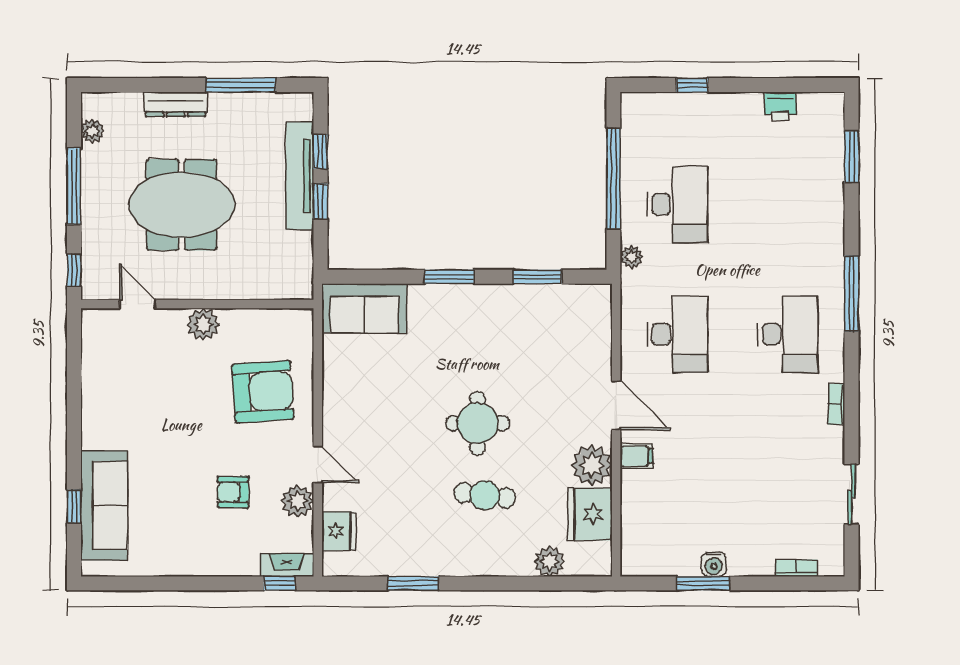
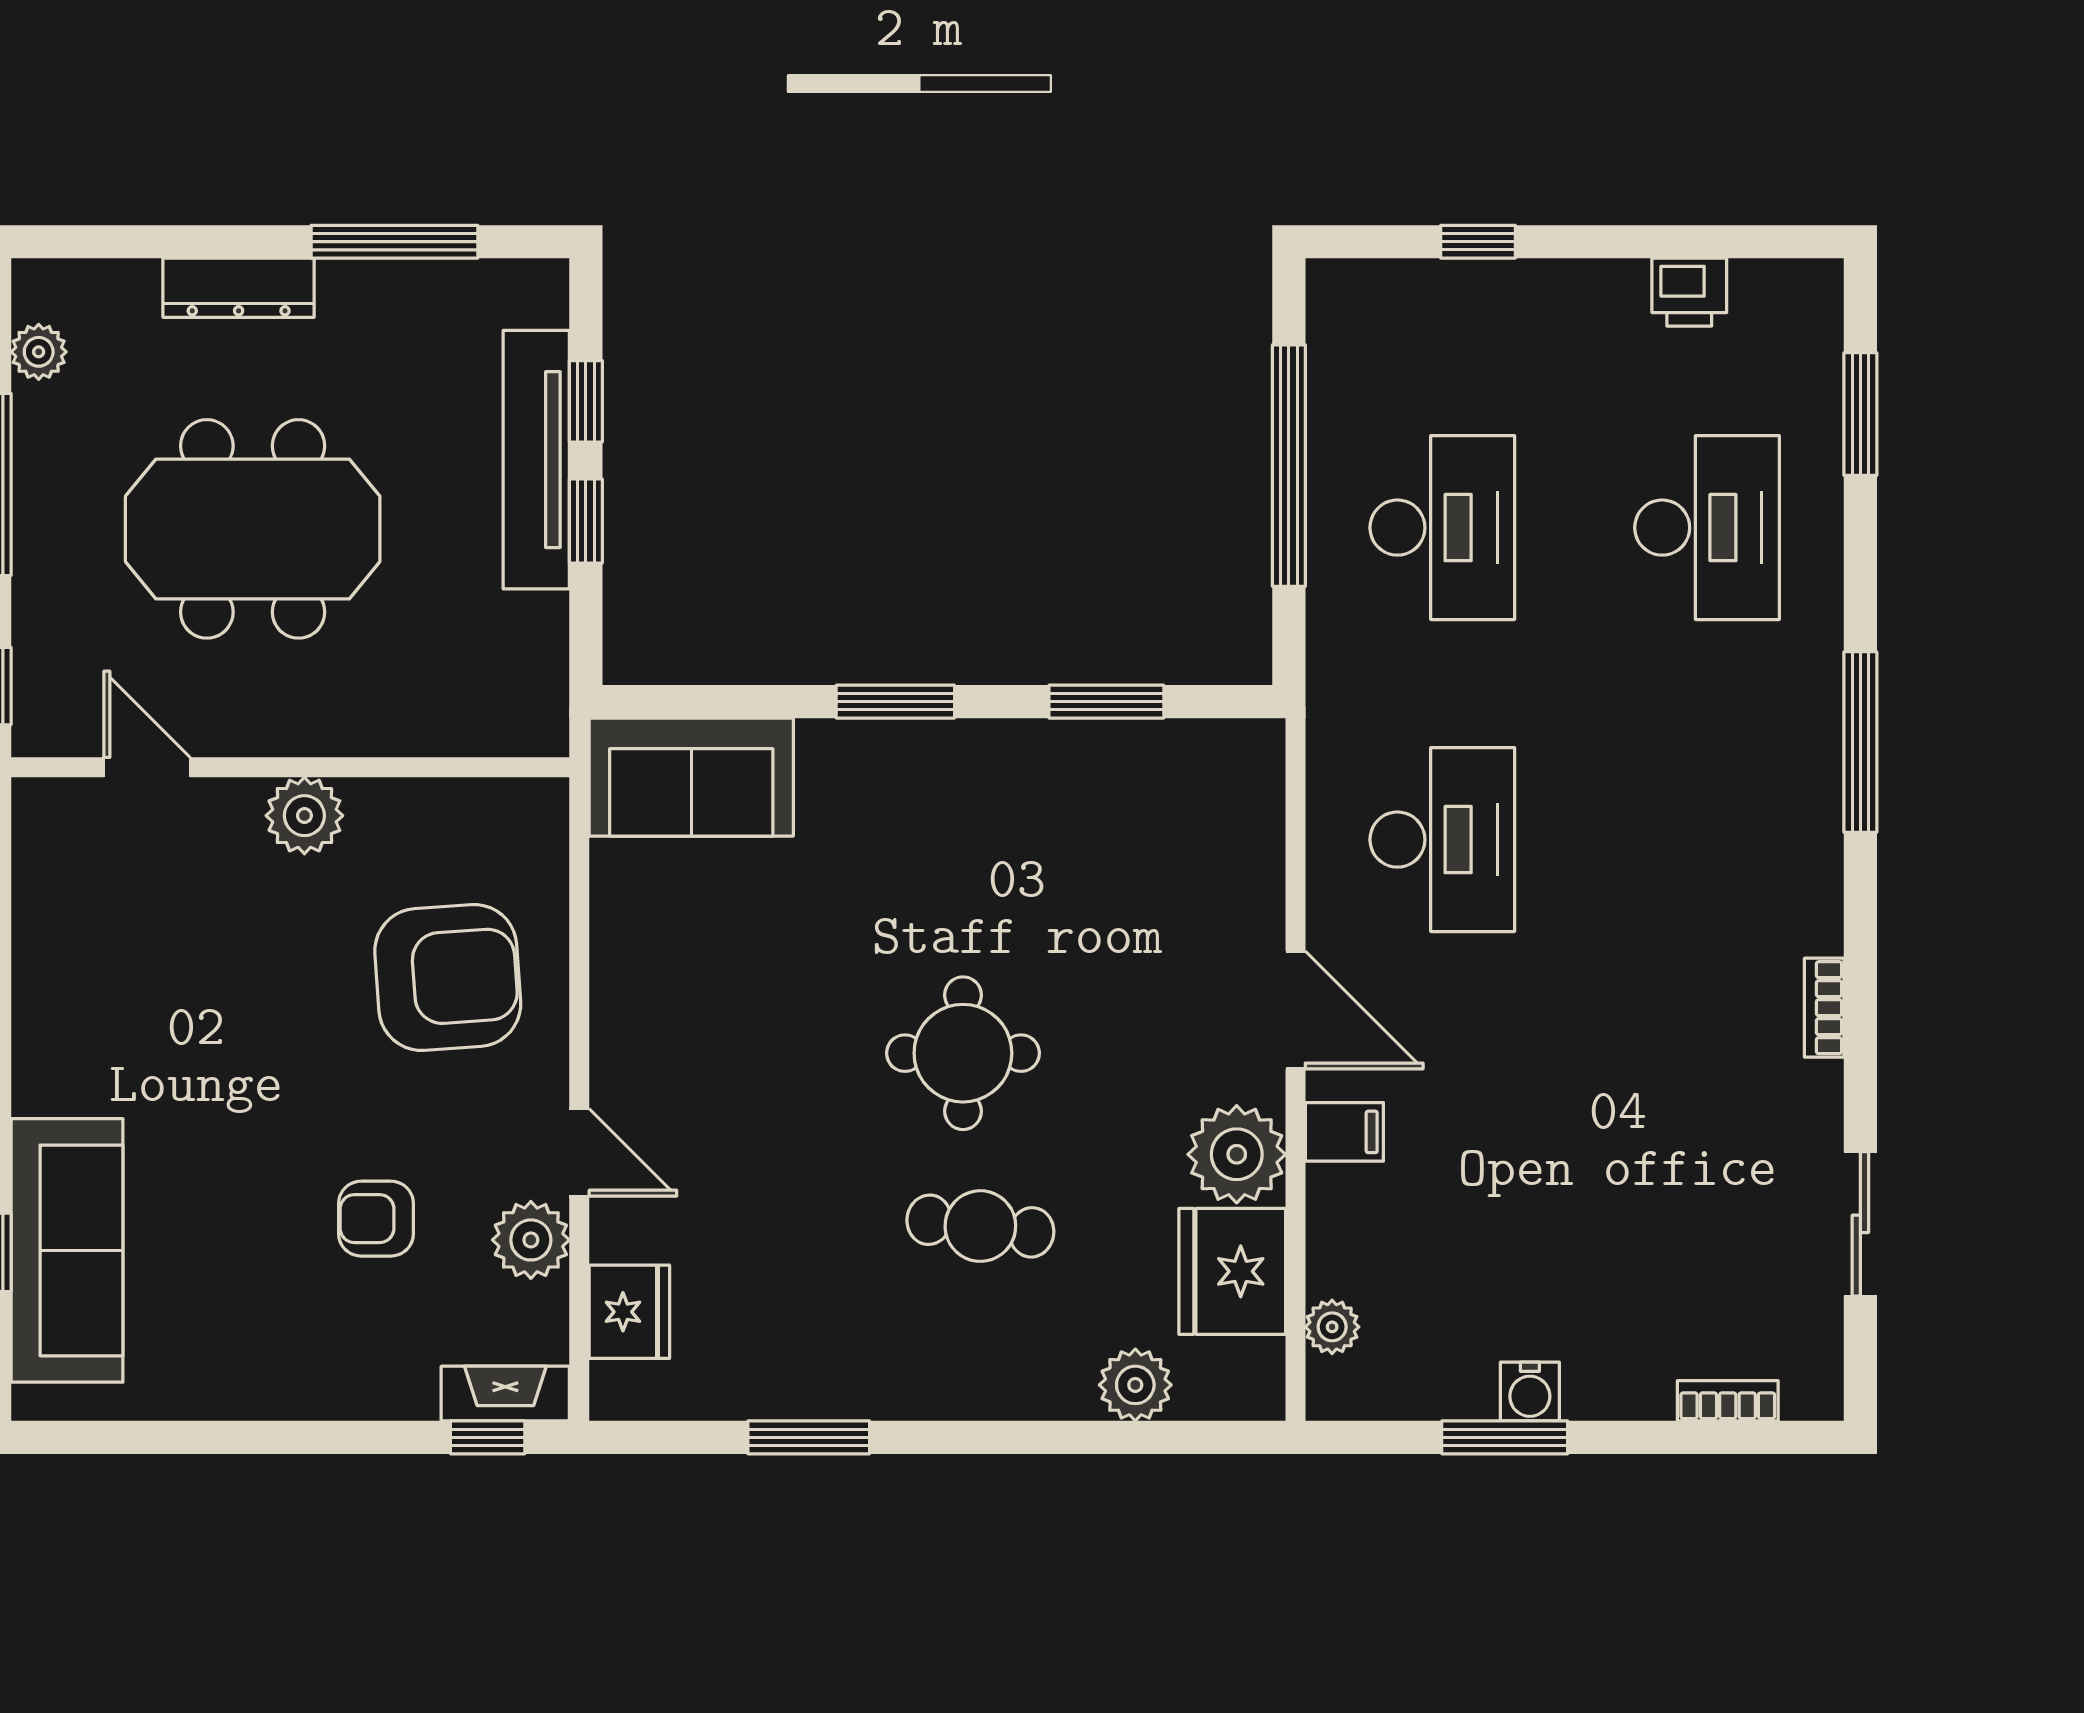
plant: (631, 257) -> (1332, 1327), moved
desk: (788, 334) -> (1707, 528), moved

